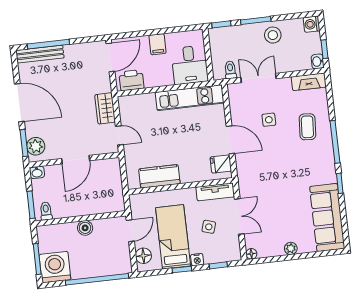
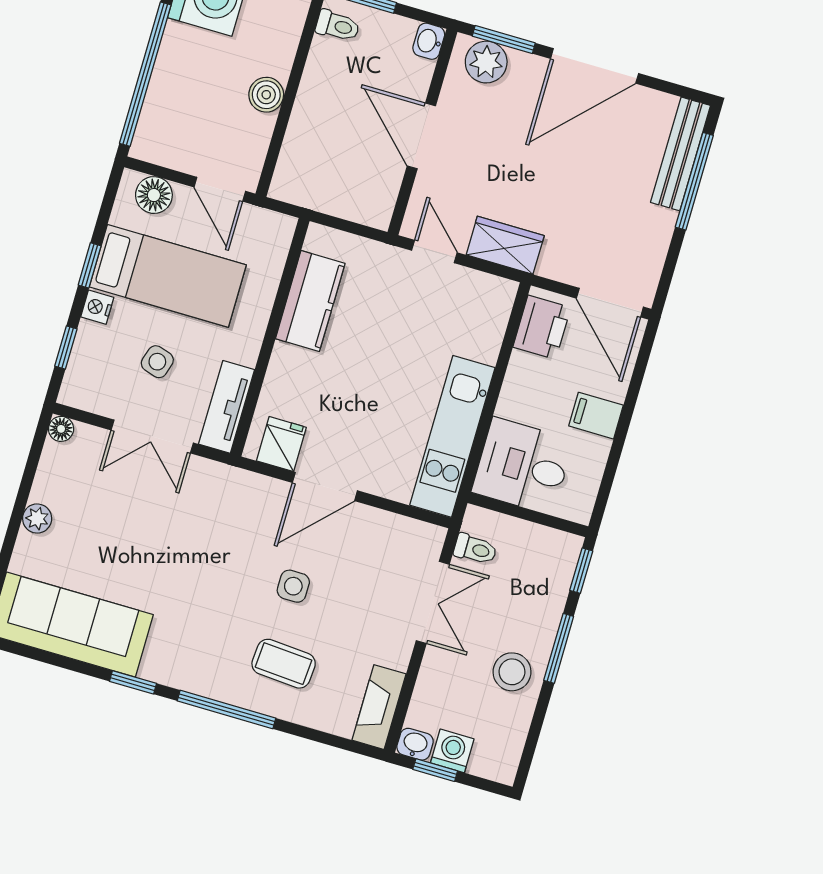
washing machine: (312, 24) -> (452, 751), moved
side table: (269, 120) -> (293, 586), moved
door: (119, 135) -> (434, 252), swing flipped

